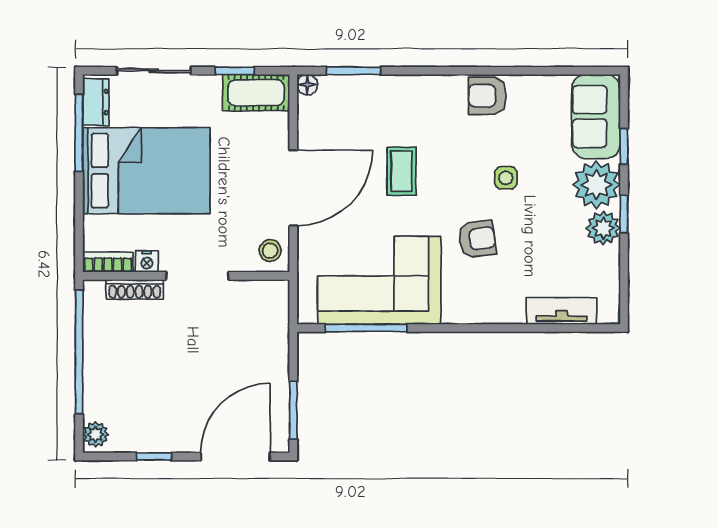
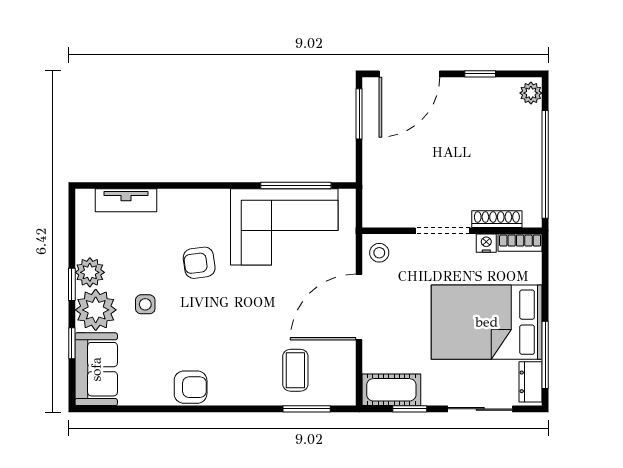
floor lamp: (307, 85) -> (347, 397), removed
coffee table: (401, 171) -> (295, 370), moved
side table: (506, 178) -> (145, 304), moved

